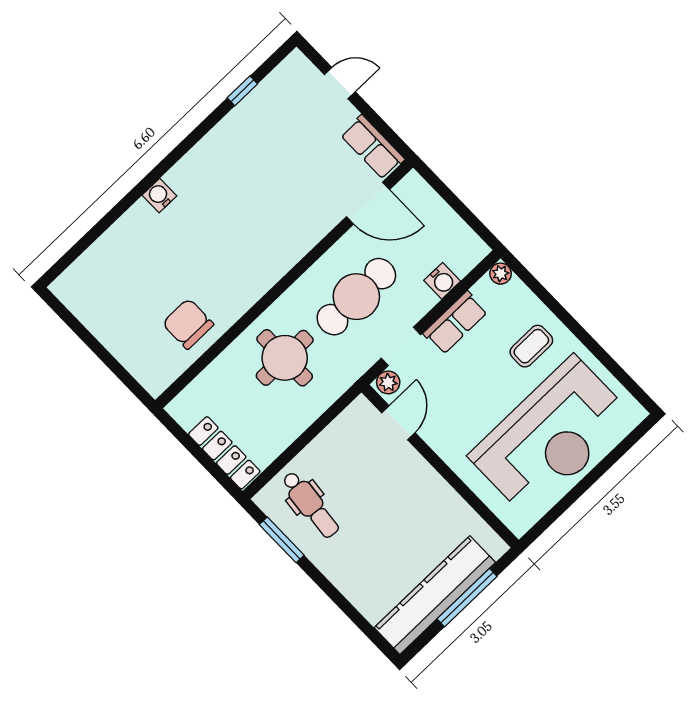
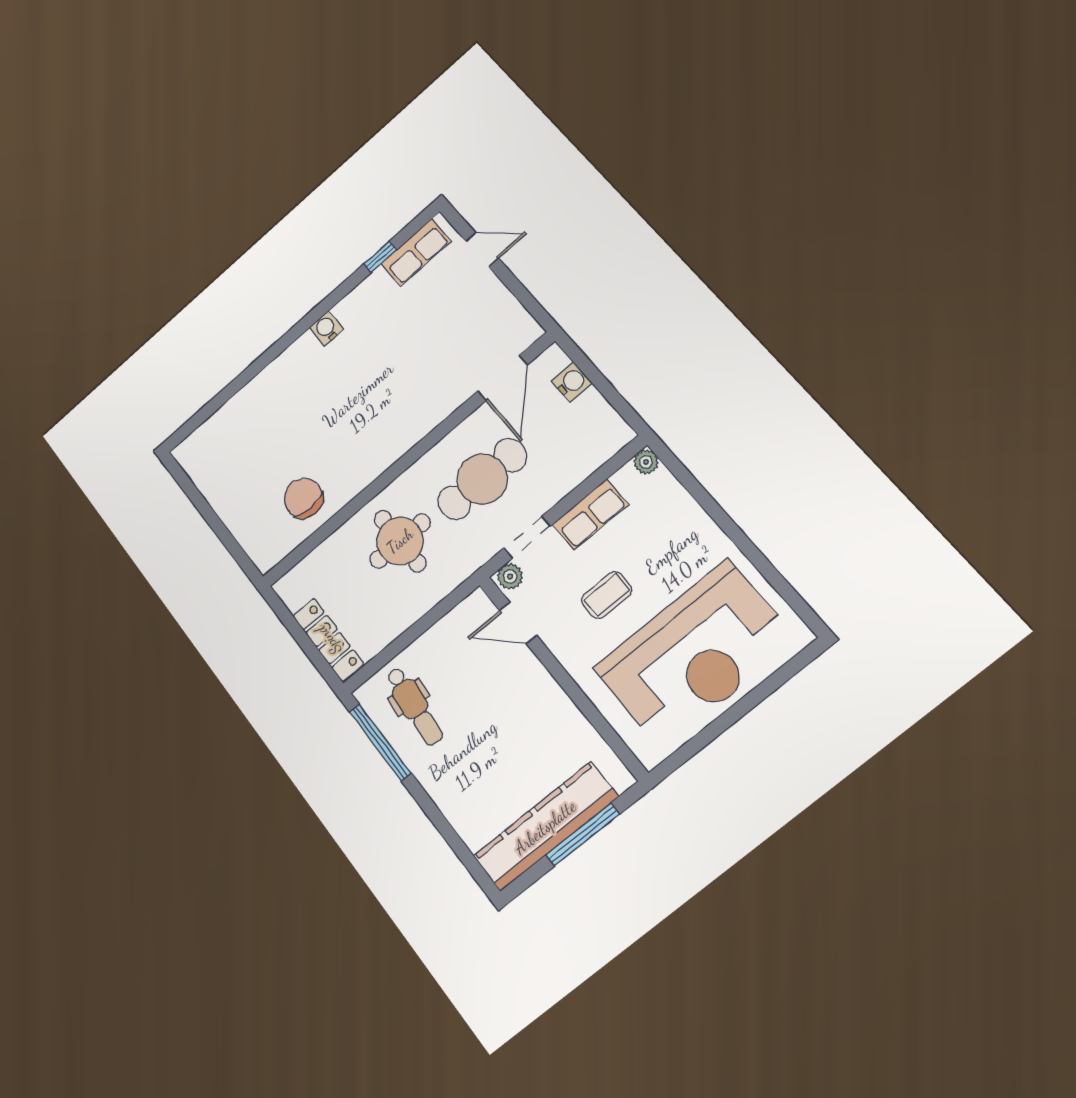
row of seats: (373, 147) -> (416, 252), moved, turned -90
water cooler: (159, 195) -> (326, 328), moved
door: (368, 203) -> (503, 378), hinge flipped
water cooler: (442, 281) -> (572, 382), moved, turned -90
coffee table: (531, 346) -> (607, 595), moved
door: (398, 423) -> (518, 623), swing flipped
window: (282, 540) -> (380, 742), width x1.44

